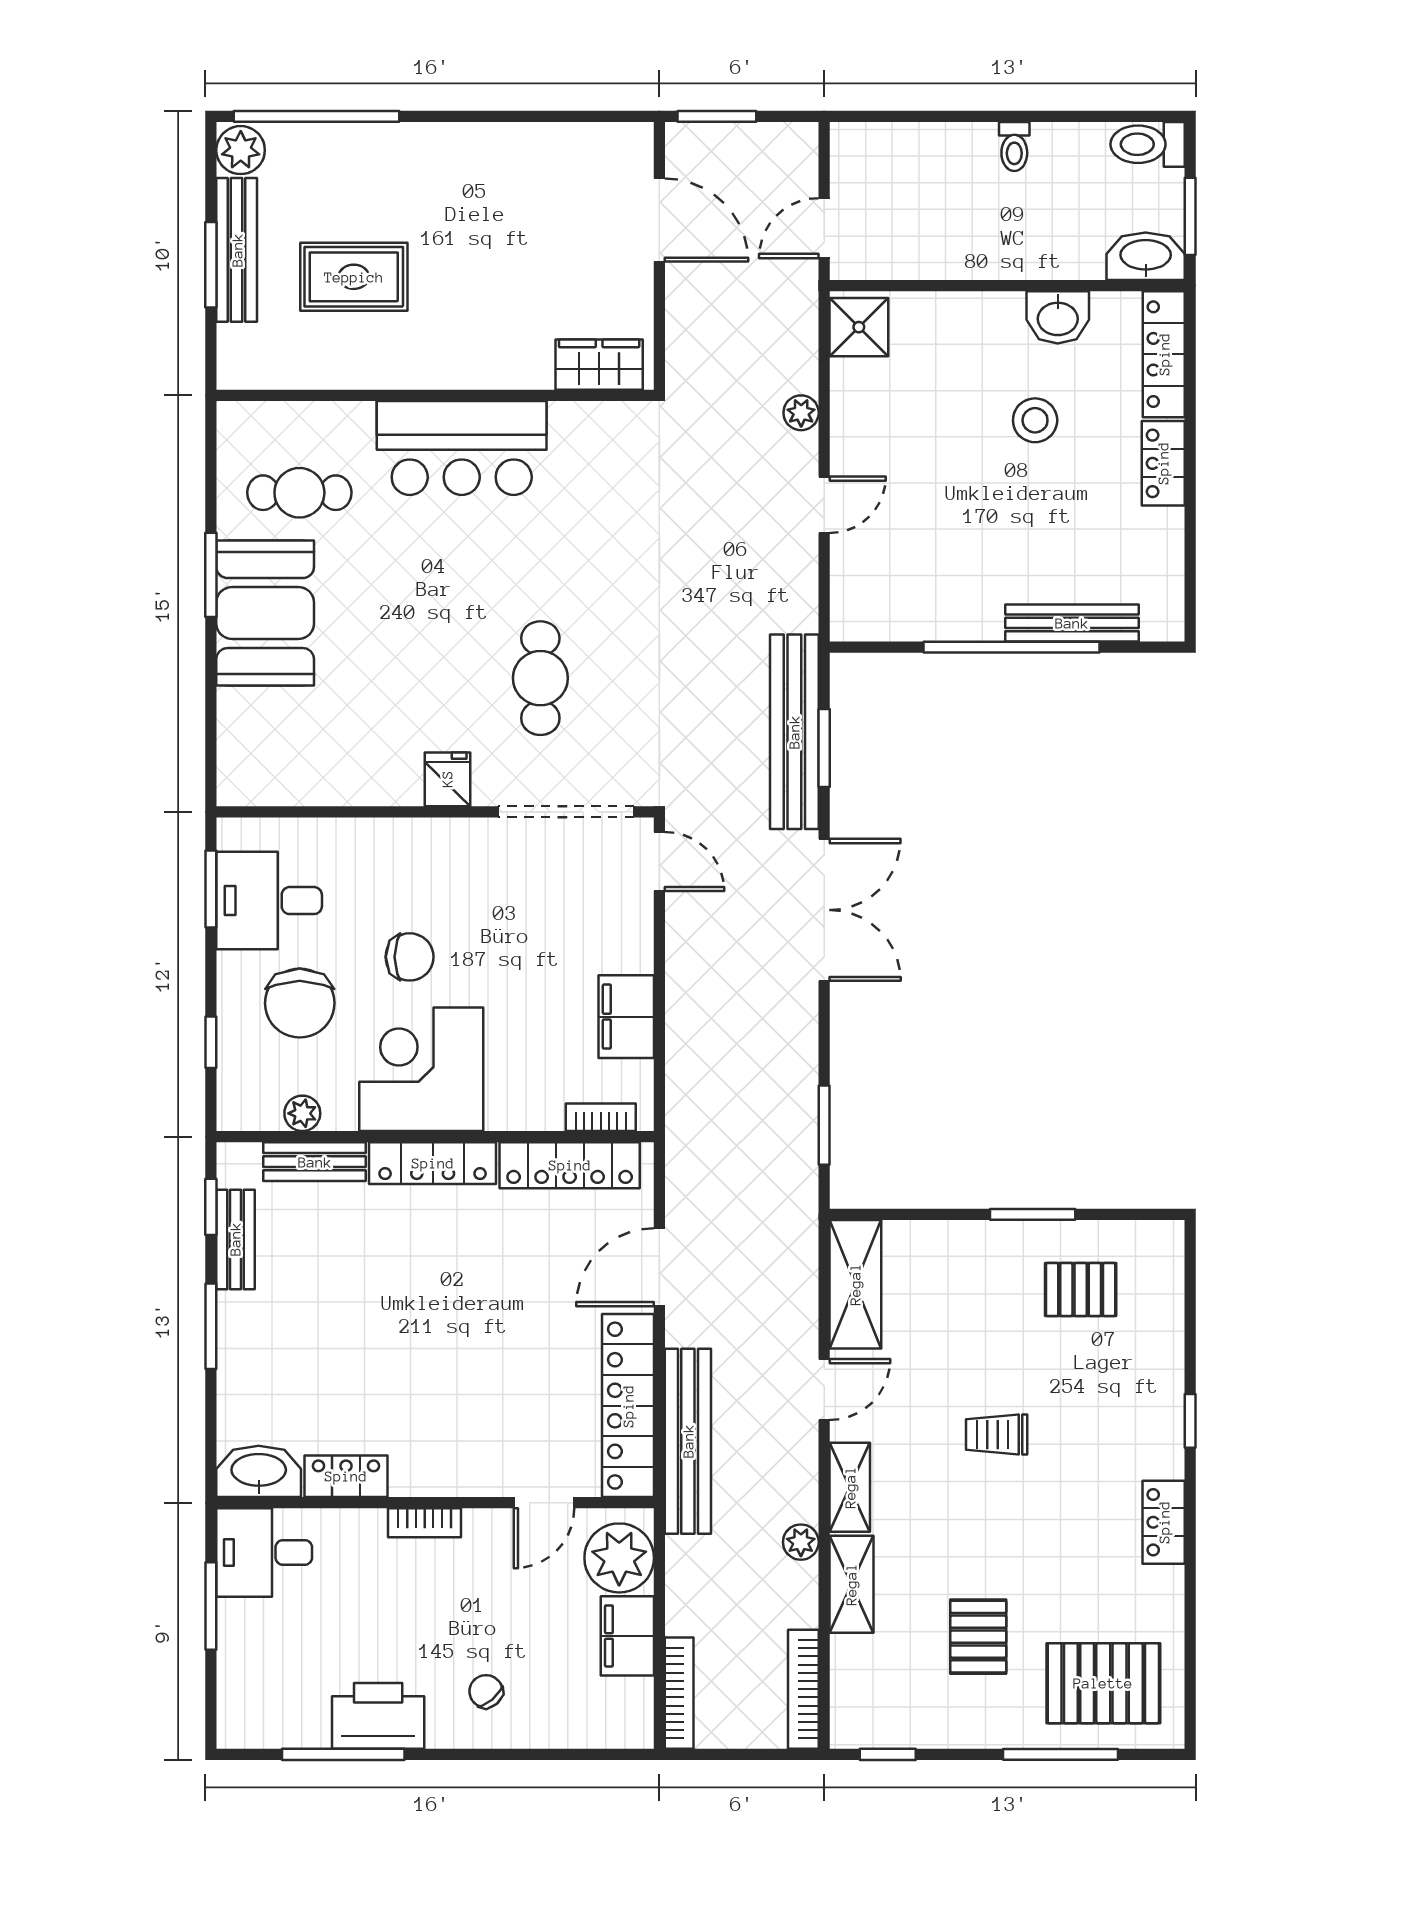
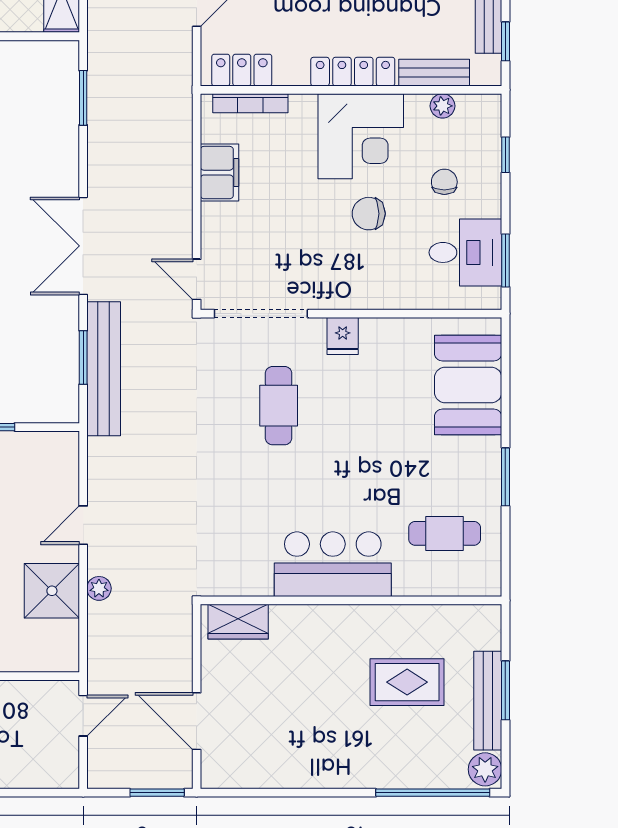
shower: (859, 327) -> (52, 591), moved, width x1.36, depth x1.36
booth: (265, 613) -> (468, 385), moved
chair: (300, 1003) -> (444, 182), width x0.54, depth x0.54
bookcase: (601, 1117) -> (250, 103), width x1.56
locker: (570, 1165) -> (242, 70), width x0.66

